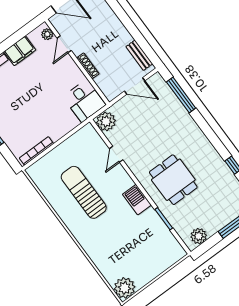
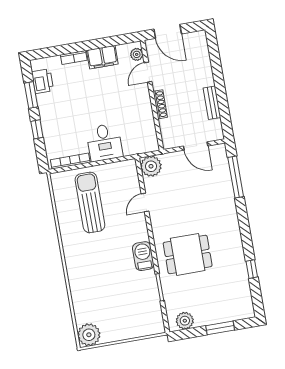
bench: (139, 55) -> (212, 103), moved
desk: (84, 101) -> (104, 142), moved
dining table: (173, 180) -> (188, 254), turned 90
sun lounger: (84, 192) -> (90, 202), moved

